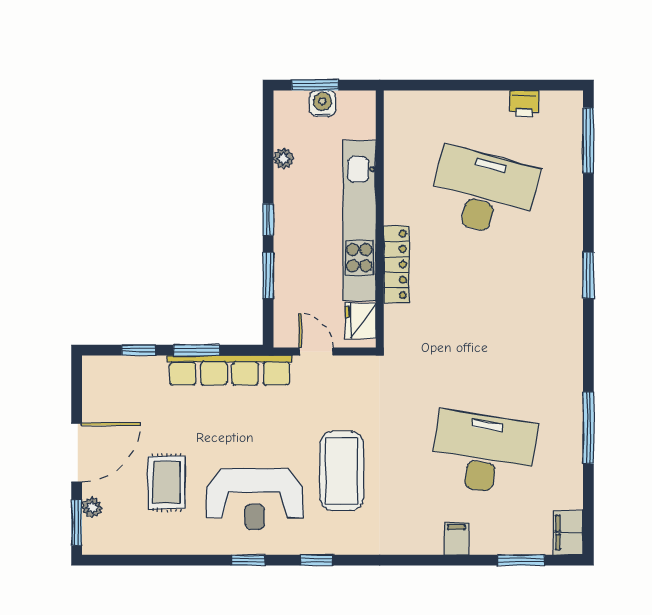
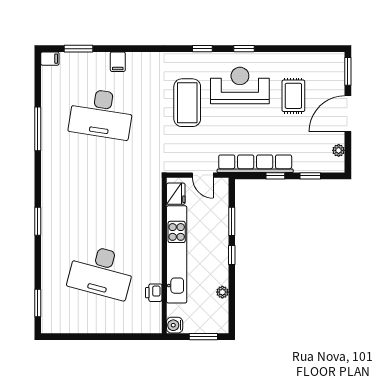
water cooler: (322, 103) -> (175, 325), moved, turned 90
printer: (524, 104) -> (154, 293), moved, turned -90
window: (588, 141) -> (38, 303), width x0.69
locker: (396, 264) -> (154, 228), removed
window: (196, 350) -> (275, 176), width x0.67
plant: (92, 507) -> (339, 150), moved
filing cabinet: (568, 533) -> (50, 59), width x0.50

